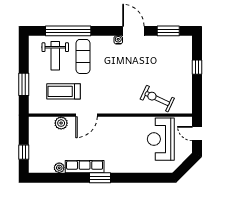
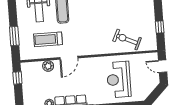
window: (197, 67) -> (160, 27), moved
reception desk: (161, 139) -> (119, 80), moved
window: (24, 152) -> (17, 78), moved

